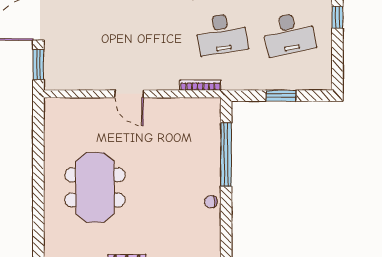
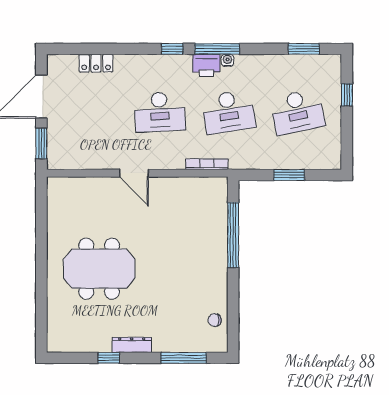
desk: (154, 34) -> (160, 112), added
meeting table: (95, 187) -> (99, 269), turned 90
chair: (211, 202) -> (215, 320), moved

